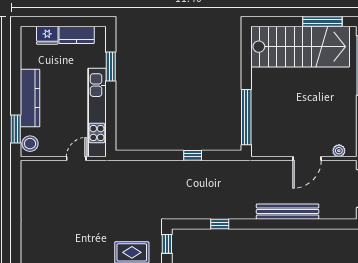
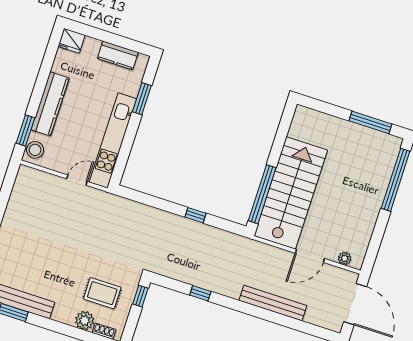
fridge: (47, 35) -> (72, 41), moved
stairs: (300, 47) -> (291, 193), moved, turned -90

